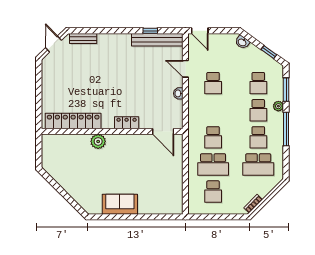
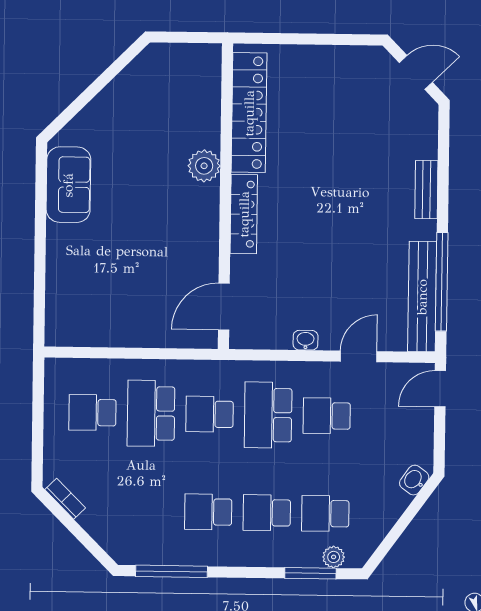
window: (150, 31) -> (442, 282), width x3.17
bench: (83, 38) -> (426, 190), moved
window: (269, 52) -> (392, 538), removed
plant: (278, 106) -> (334, 557), moved
locker: (127, 123) -> (244, 214), width x1.53
window: (286, 129) -> (172, 571), moved
school desk: (258, 164) -> (268, 415), moved
sofa: (120, 204) -> (68, 185), moved

